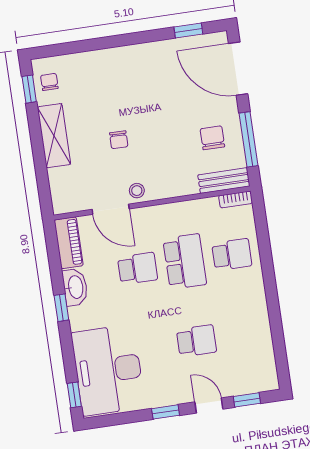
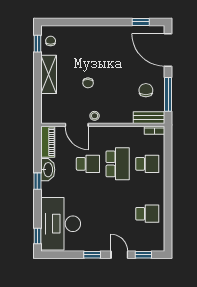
school desk: (196, 341) -> (147, 214), moved

